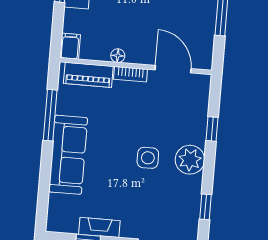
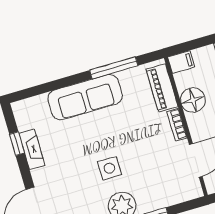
floor lamp: (118, 56) -> (193, 100), width x1.89, depth x1.89

